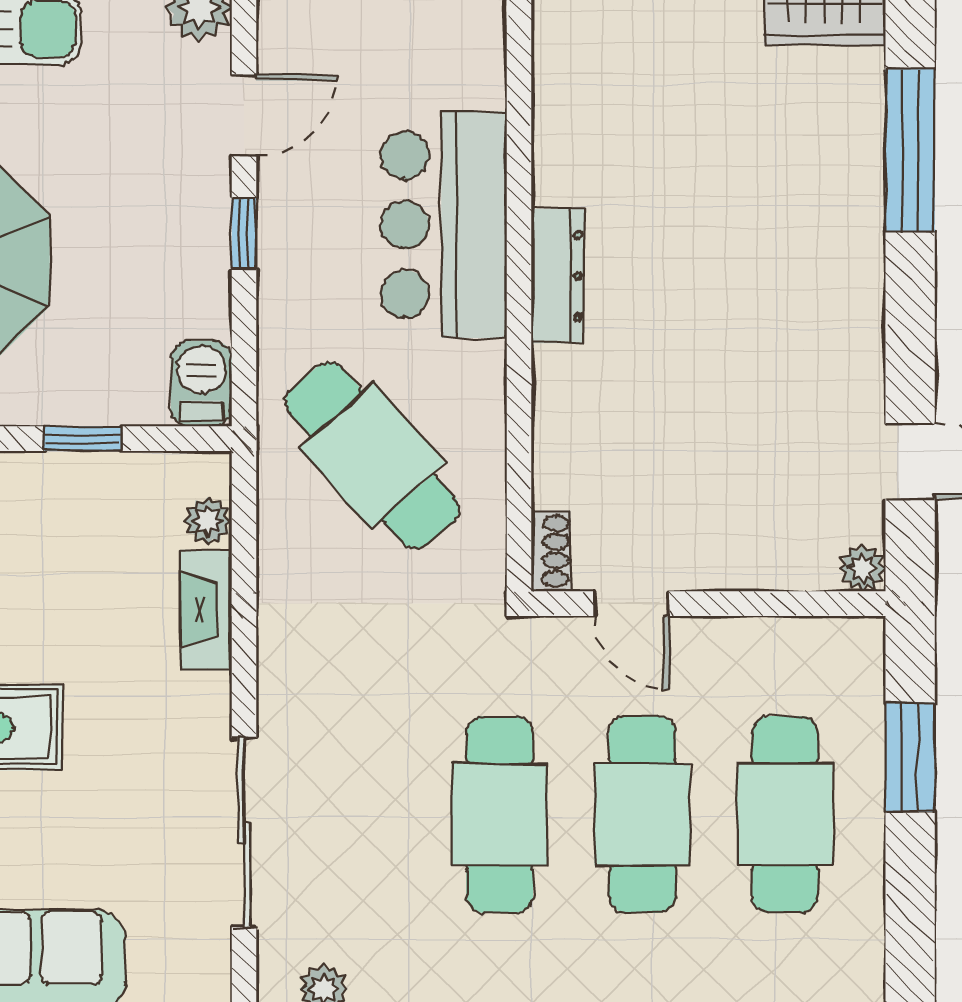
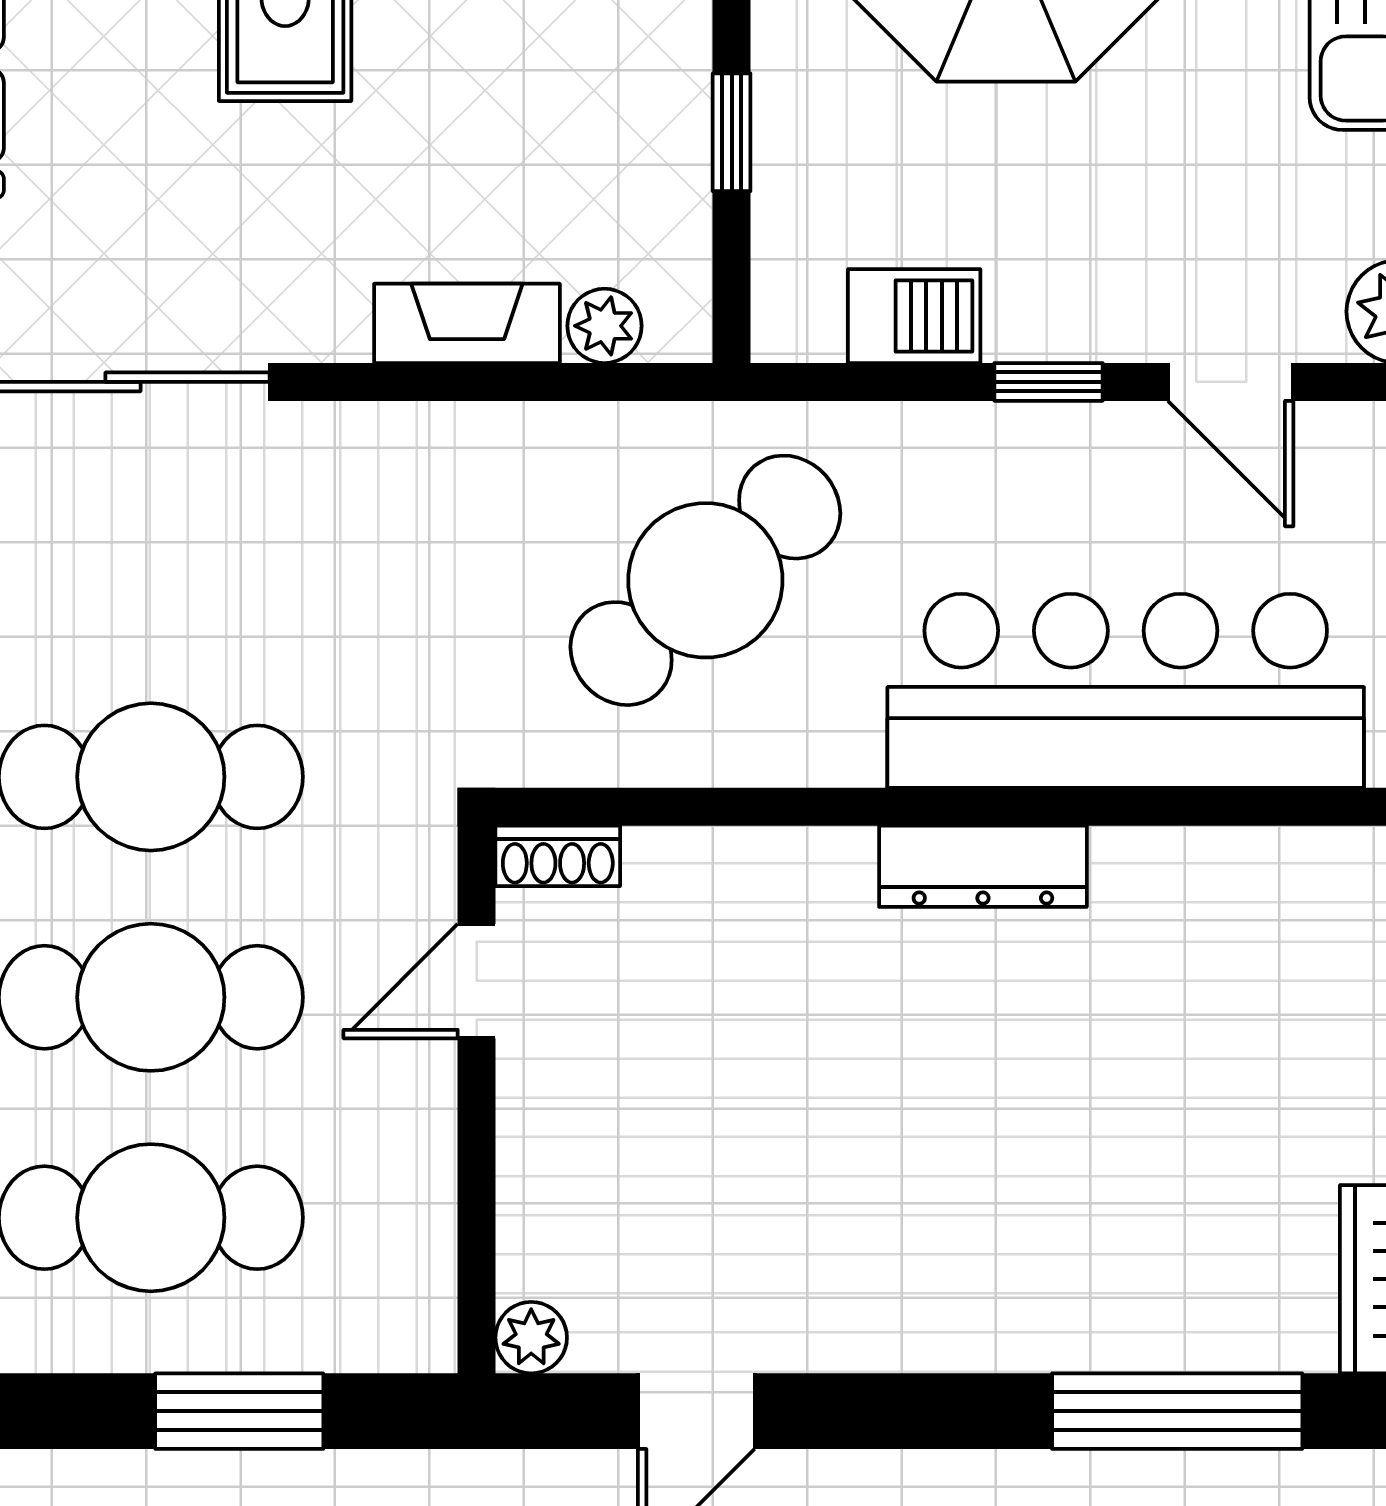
bar counter: (444, 225) -> (1126, 691), width x1.36
barbecue: (201, 384) -> (914, 316), moved

